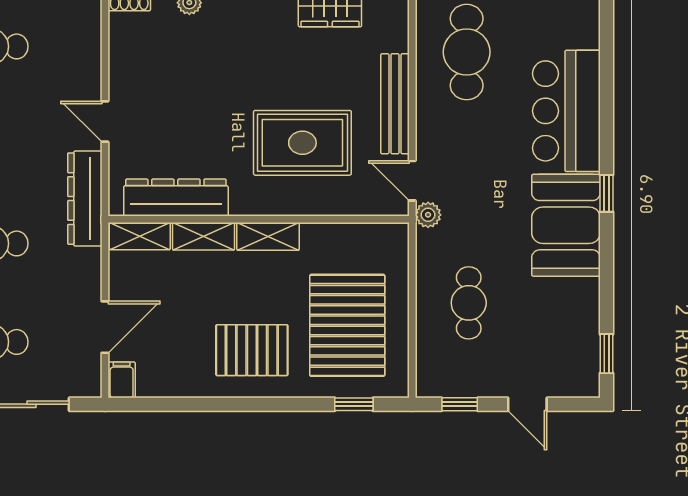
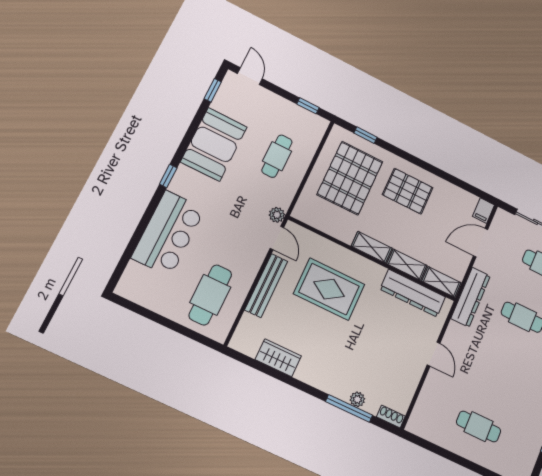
dresser: (85, 199) -> (471, 297), moved
booth: (566, 225) -> (214, 144), moved
door: (527, 404) -> (250, 76), moved

